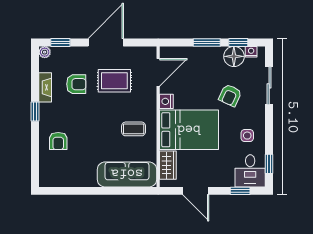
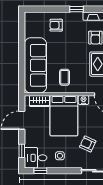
sofa: (127, 174) -> (35, 65), width x1.36, depth x1.27

